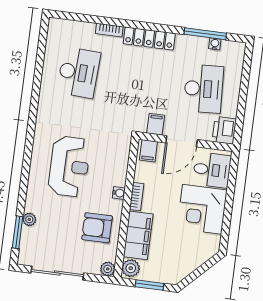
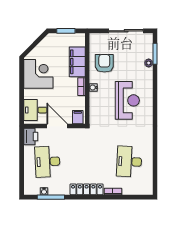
filing cabinet: (156, 124) -> (75, 135), removed
door: (182, 141) -> (57, 126), hinge flipped
reception desk: (69, 166) -> (127, 100), turned 180
corner desk: (202, 209) -> (38, 74), moved
armchair: (97, 228) -> (104, 63), turned -90
plant: (131, 268) -> (79, 40), removed
plant: (108, 269) -> (94, 38), removed

